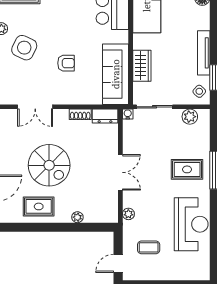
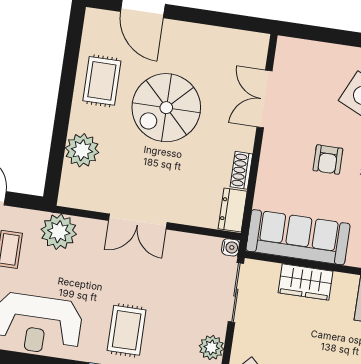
plant: (128, 214) -> (59, 232), width x1.87, depth x1.87
plant: (77, 217) -> (82, 150), width x1.88, depth x1.88

